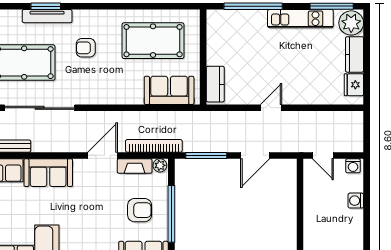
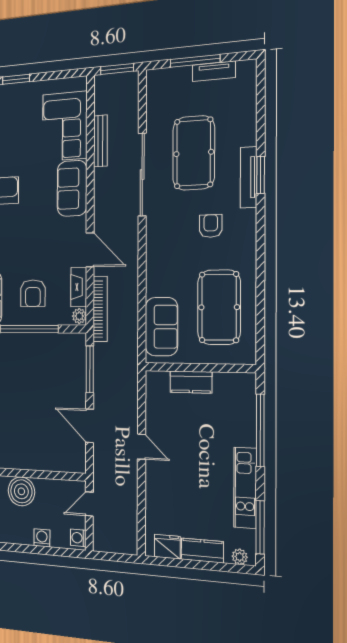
plant: (351, 23) -> (240, 557), width x0.53, depth x0.53
kitchen counter: (215, 84) -> (191, 382), moved
boiler: (316, 221) -> (21, 491), added

